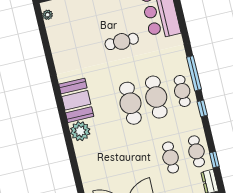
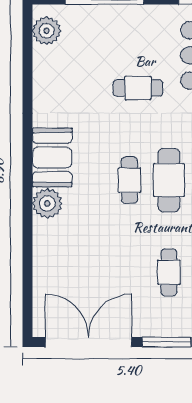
plant: (48, 15) -> (47, 31), width x1.88, depth x1.88
cafe table: (130, 103) -> (129, 180), width x0.73, depth x0.74

